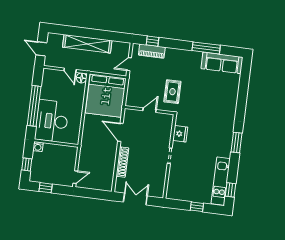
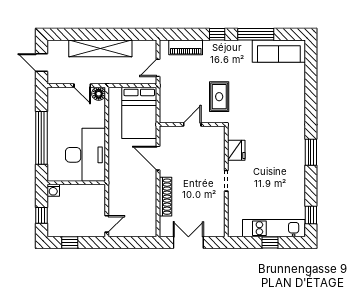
window: (153, 41) -> (217, 34), moved
bed: (106, 96) -> (139, 113), width x0.73
desk: (52, 121) -> (85, 155), moved, turned 180
kitchen unit: (221, 181) -> (274, 228), moved, turned 90

